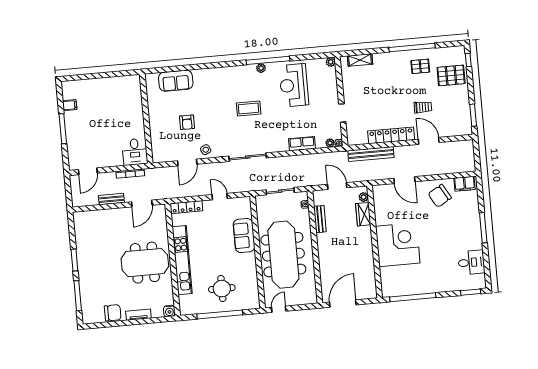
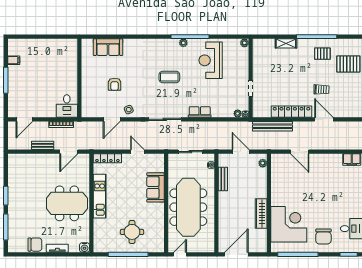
shelving: (360, 60) -> (286, 43), moved
row of seats: (302, 144) -> (200, 112), moved
chair: (440, 196) -> (323, 236), moved, turned -60
wardrobe: (363, 214) -> (261, 214), moved, width x1.50
corner desk: (398, 245) -> (289, 224), moved
kitchen unit: (182, 260) -> (100, 196), width x0.73

